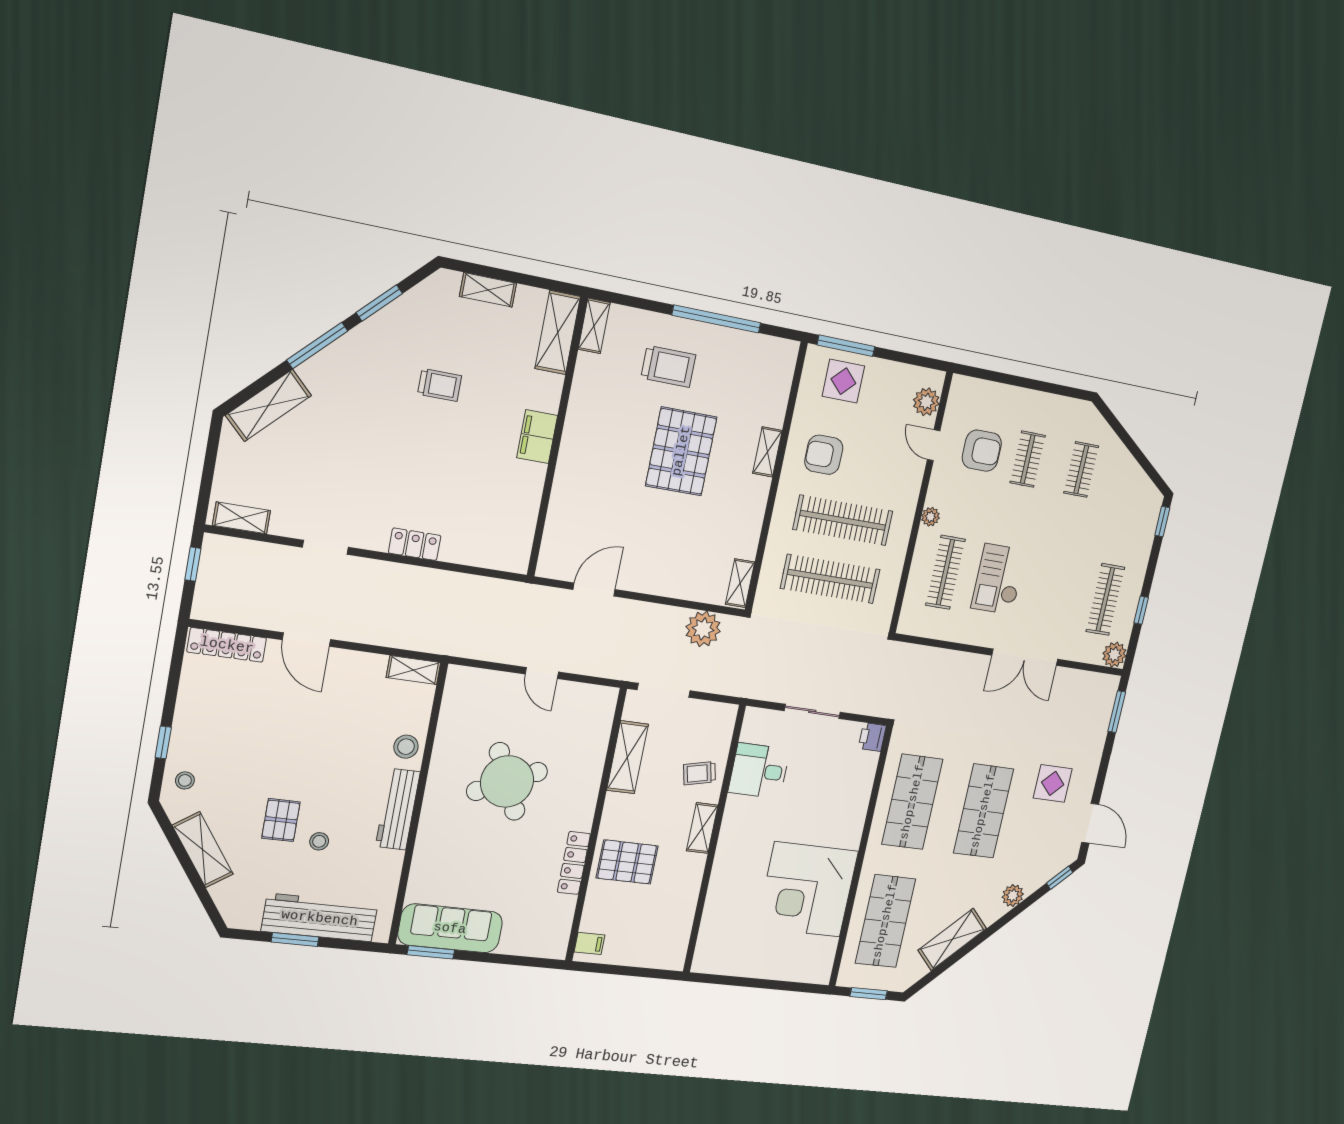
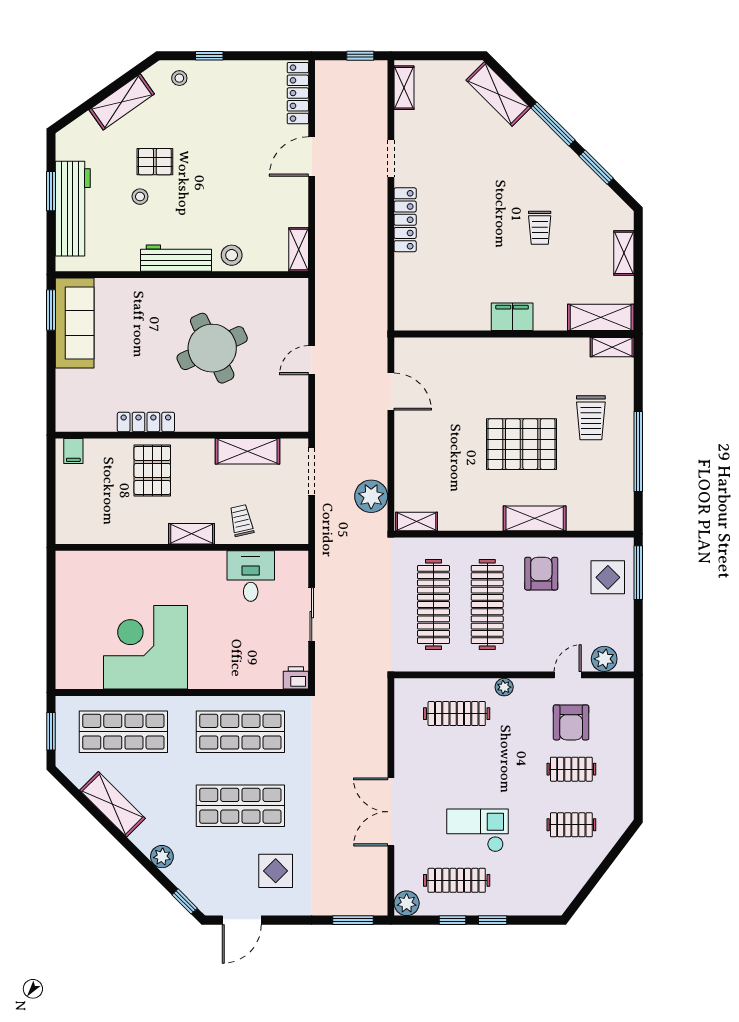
shelving: (767, 452) -> (535, 518), width x1.50, depth x1.33
window: (1162, 522) -> (493, 920), moved
locker: (415, 544) -> (405, 220), width x1.53
checkout: (999, 579) -> (478, 830), moved

